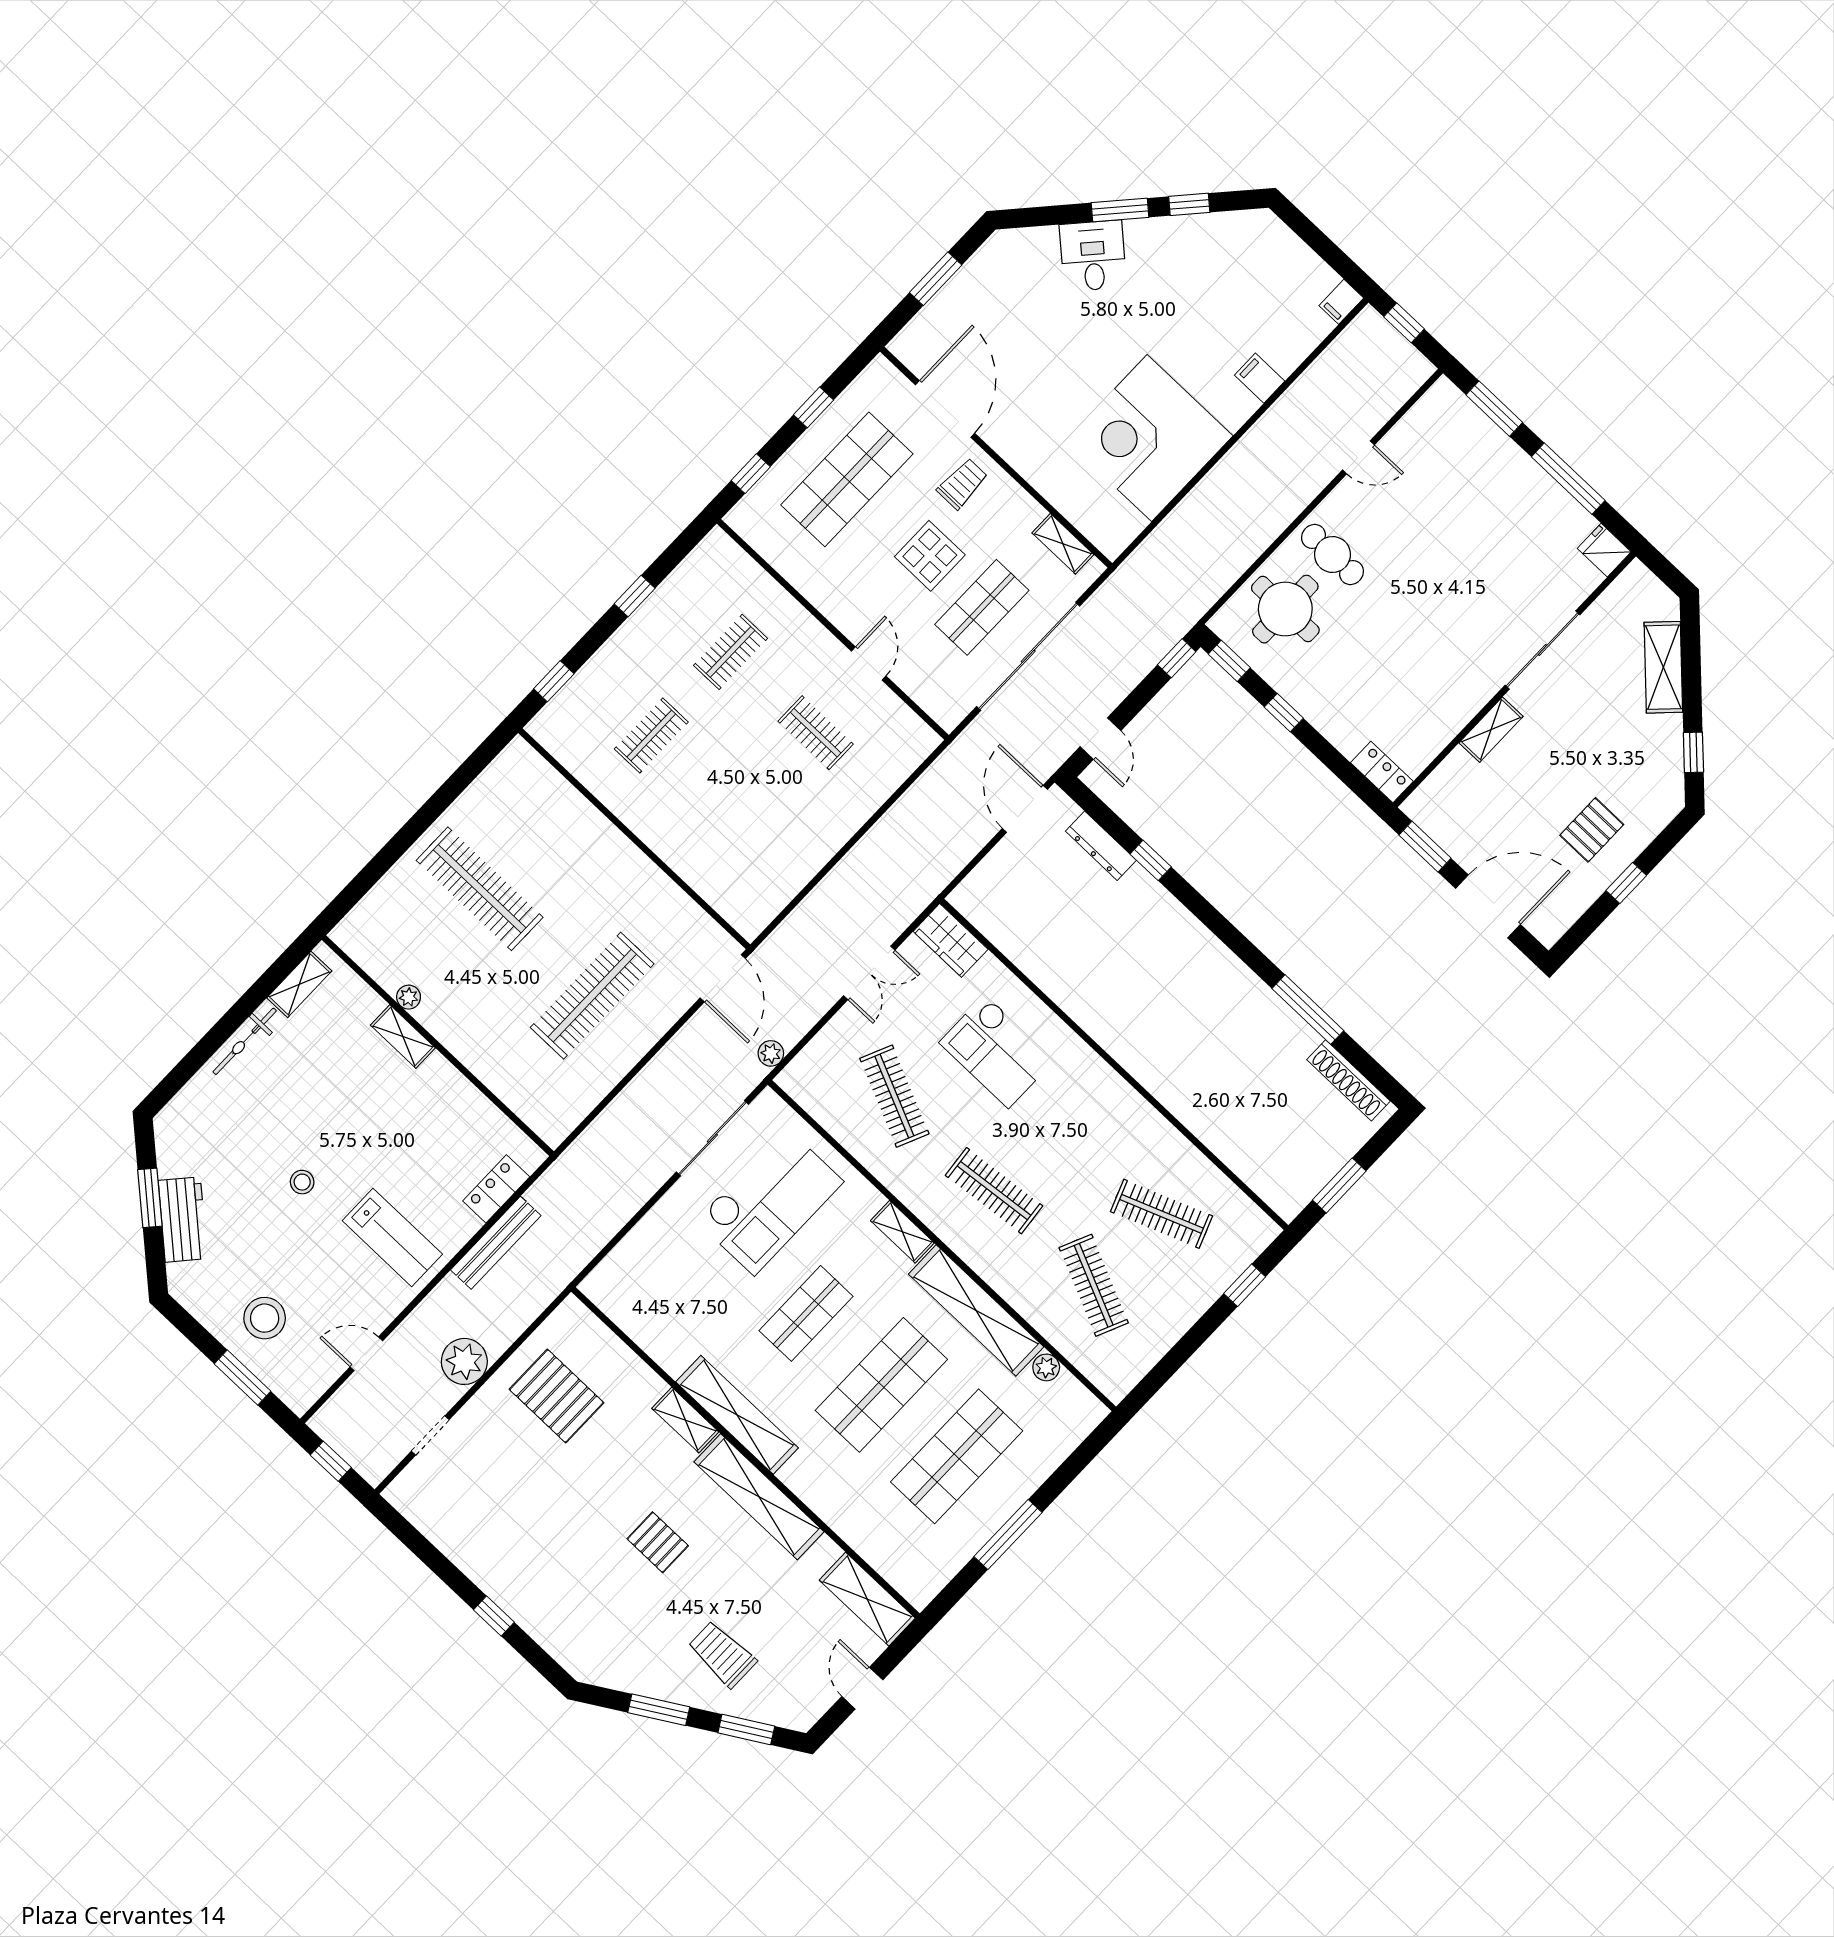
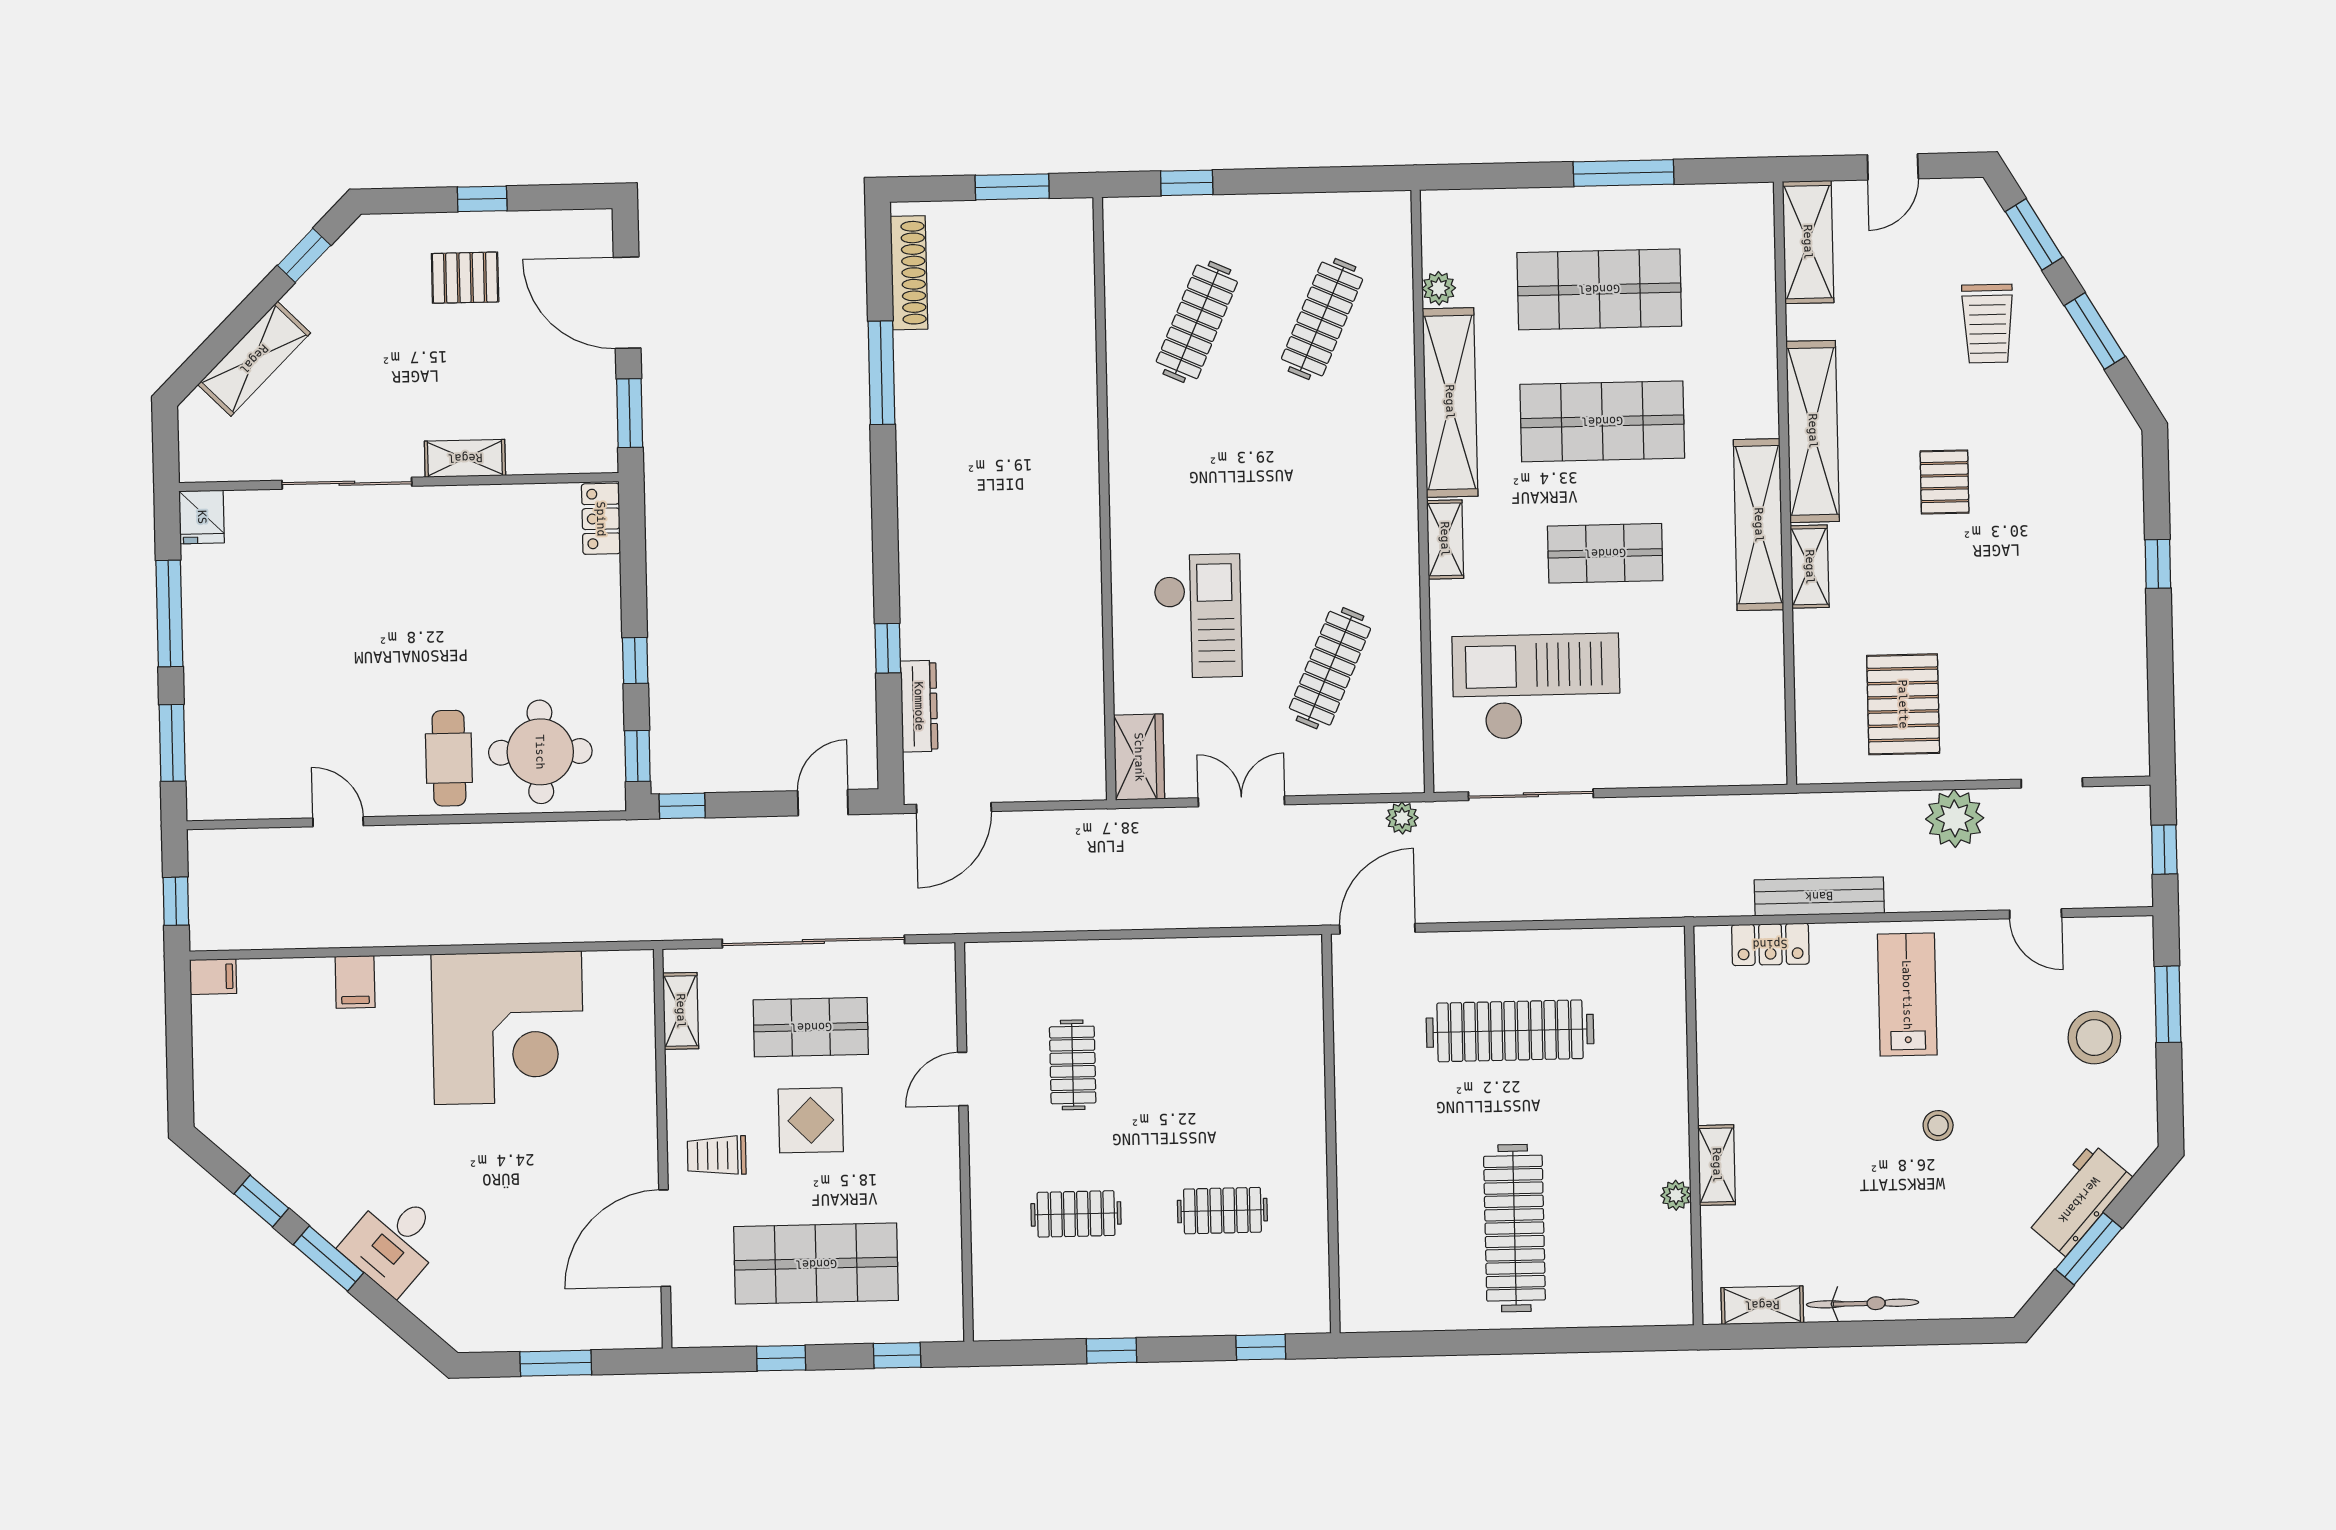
clothes rail: (994, 1191) -> (1326, 494), removed
clothes rail: (1161, 1214) -> (1197, 322), turned 45

